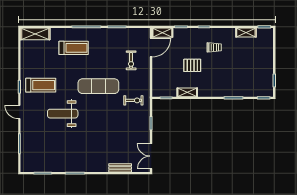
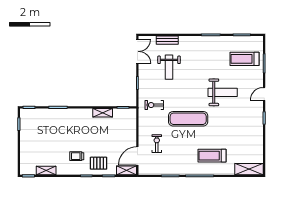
pallet: (192, 65) -> (99, 163), moved
treadmill: (41, 85) -> (244, 59), moved
door: (19, 112) -> (264, 94), swing flipped
weight bench: (118, 140) -> (169, 67), added

